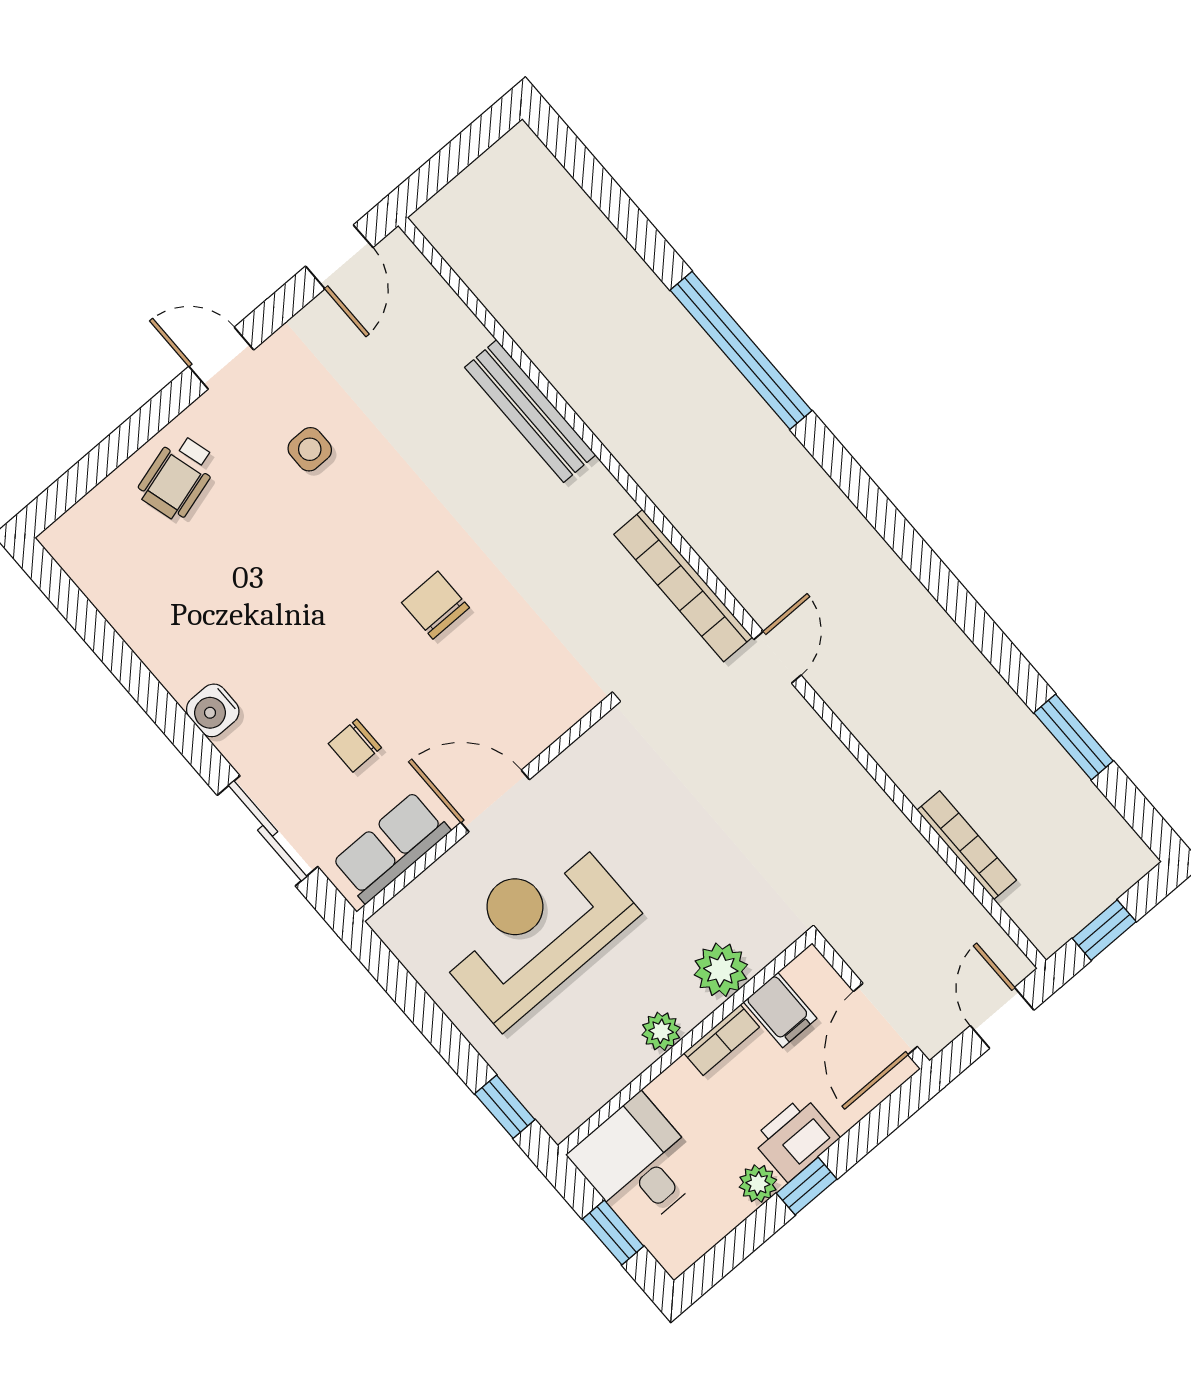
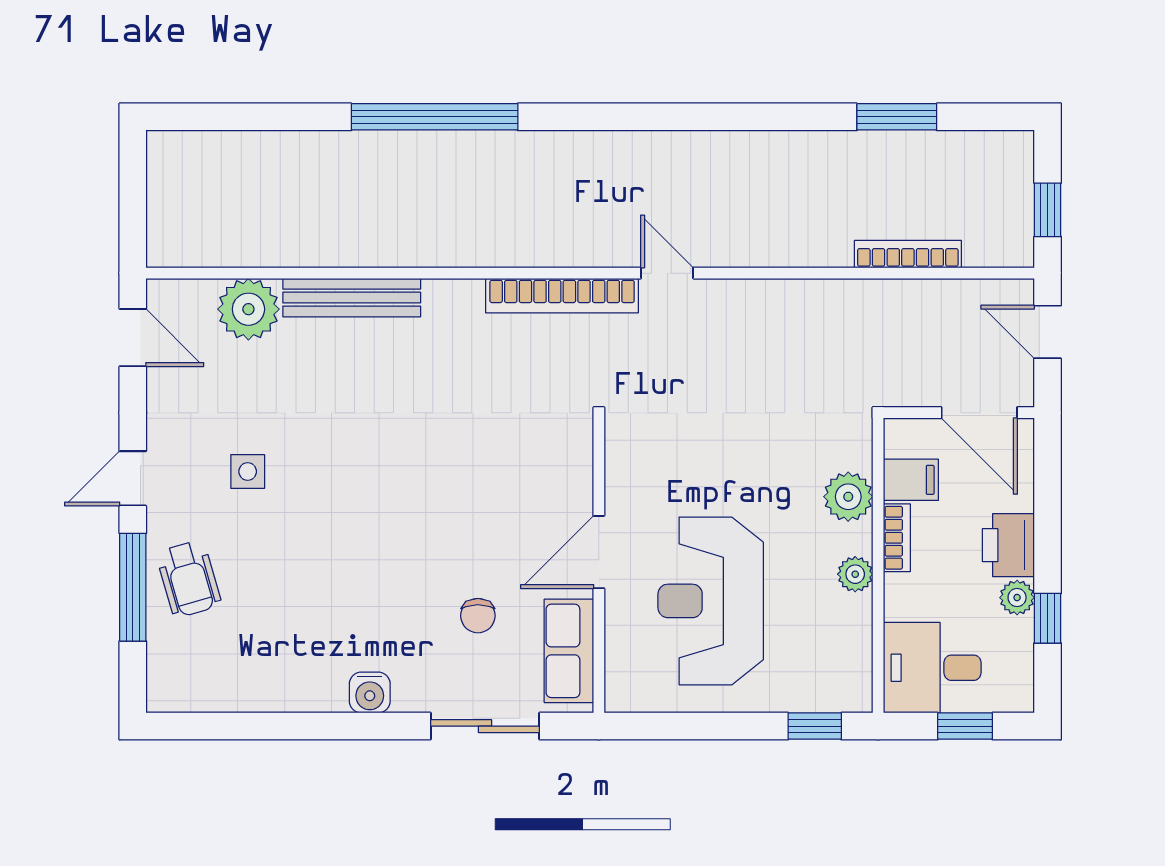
plant: (446, 333) -> (248, 309), added
window: (130, 436) -> (133, 587), added
chair: (435, 605) -> (429, 477), removed
window: (807, 1186) -> (1048, 618), moved

